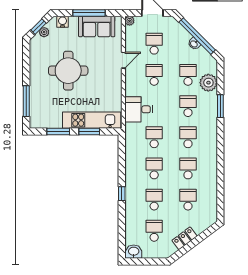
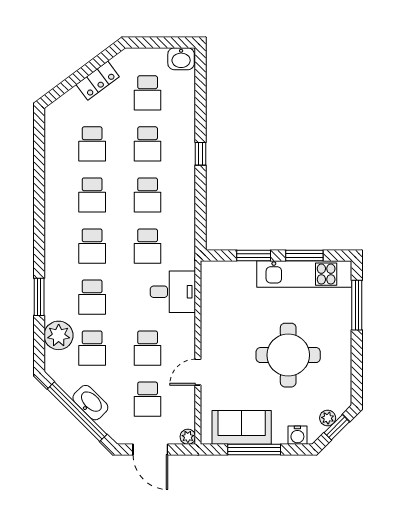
washbasin: (194, 44) -> (90, 403), width x1.91, depth x1.45
kitchen unit: (92, 120) -> (304, 274), moved

